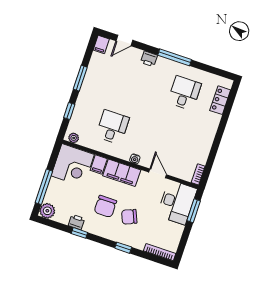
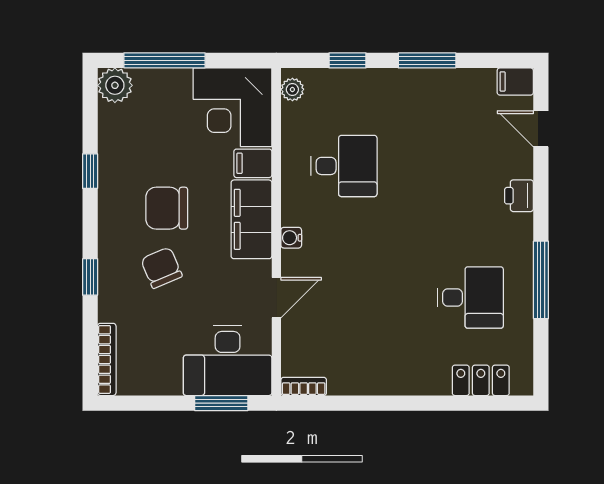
window: (175, 57) -> (541, 280), moved
printer: (76, 222) -> (112, 157), removed

